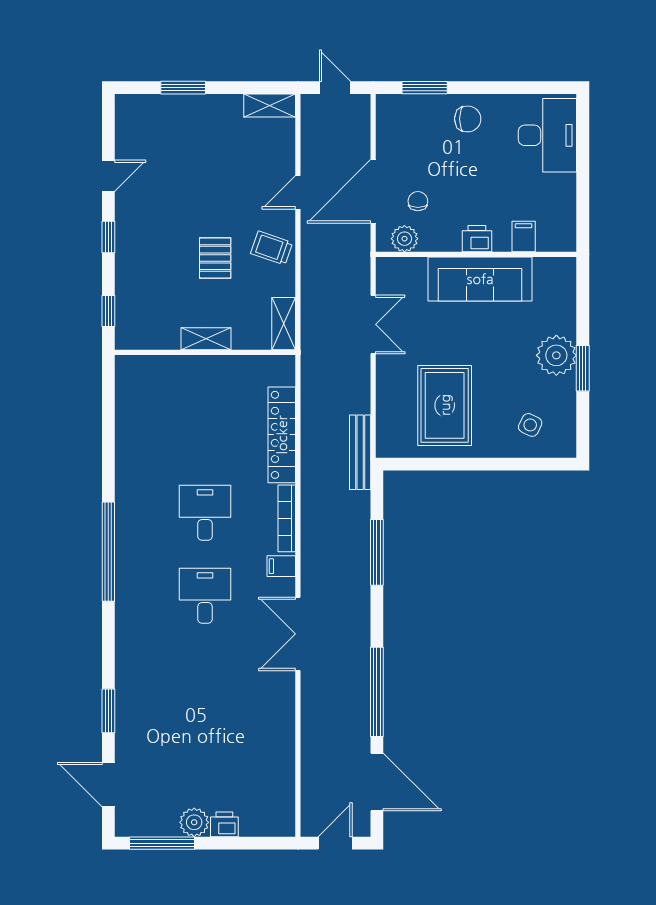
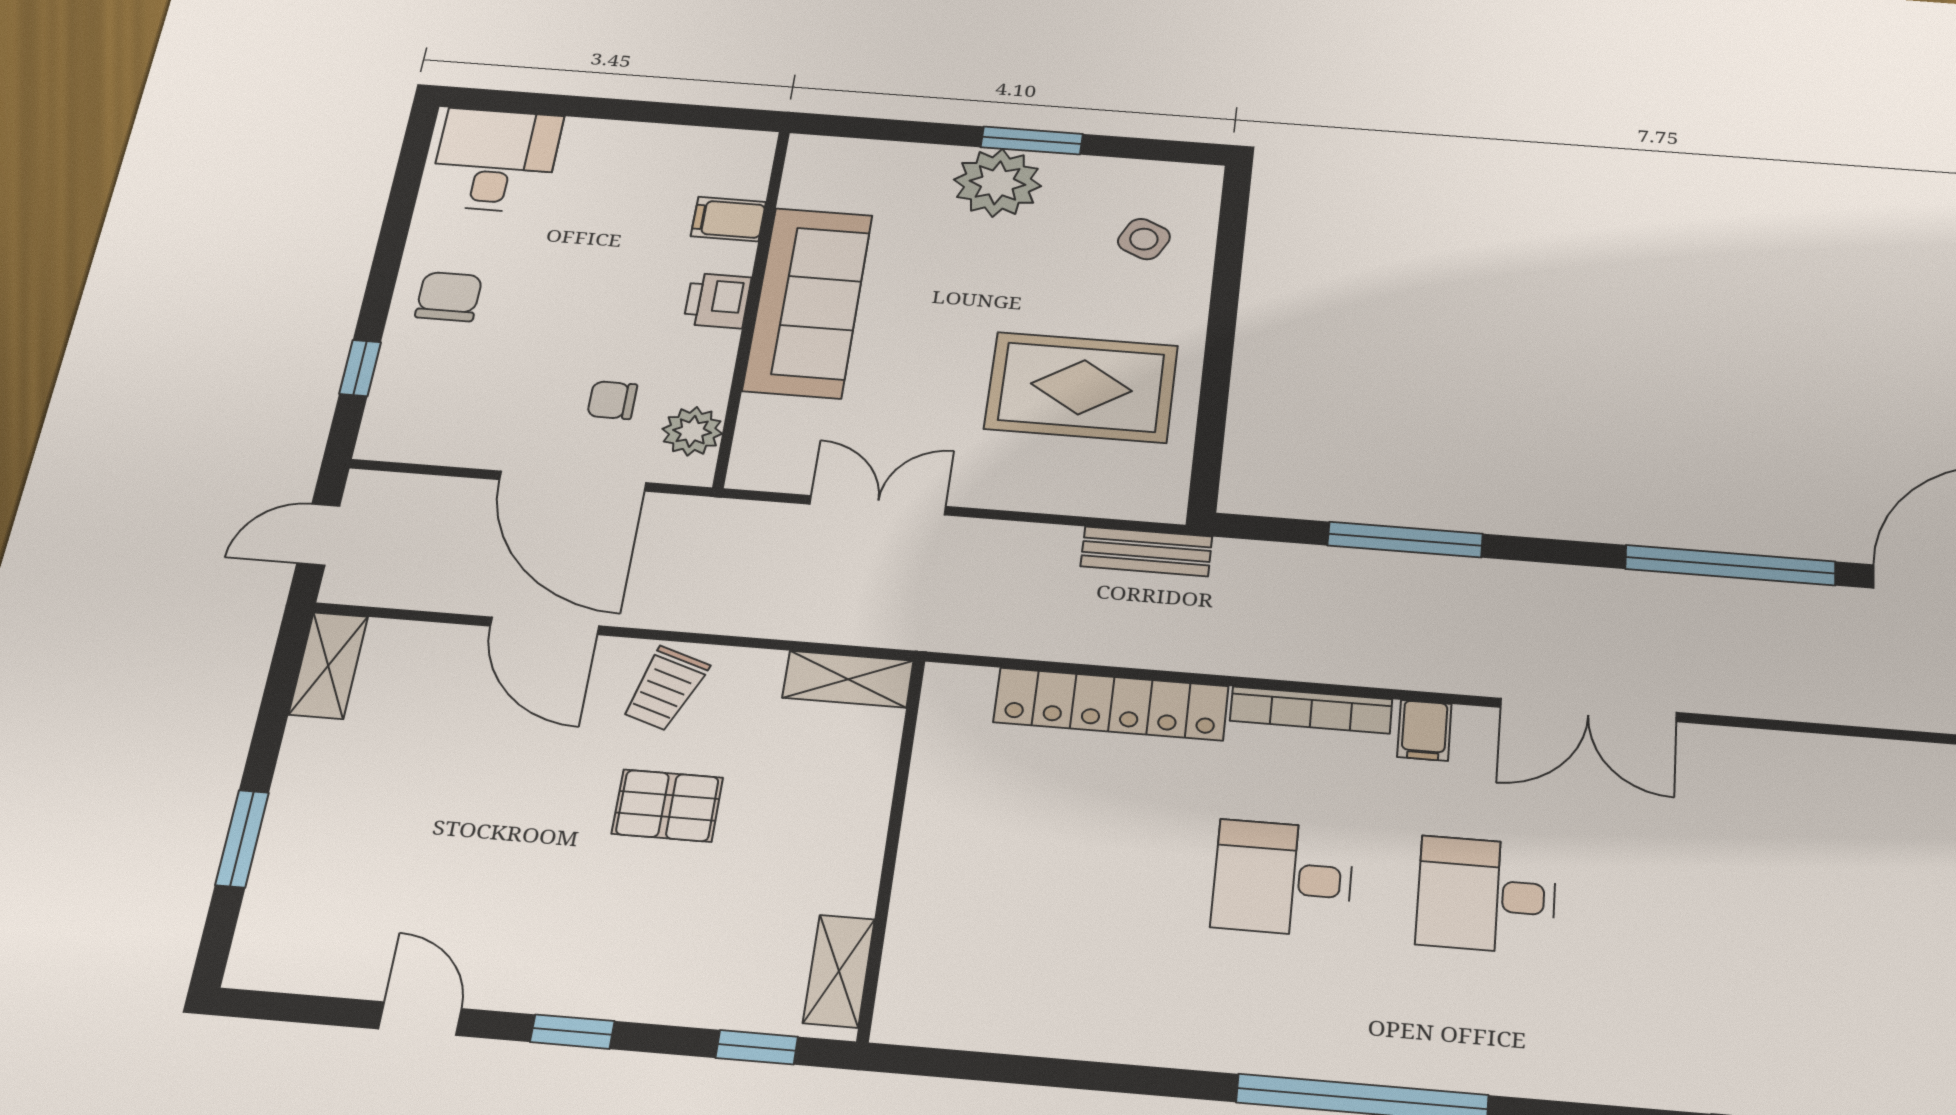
window: (425, 88) -> (360, 368), width x0.67
desk: (547, 135) -> (495, 160), width x0.73
door: (298, 192) -> (545, 626), width x1.38
shelving: (206, 339) -> (839, 971), moved
bench: (360, 452) -> (1146, 551), width x0.73

